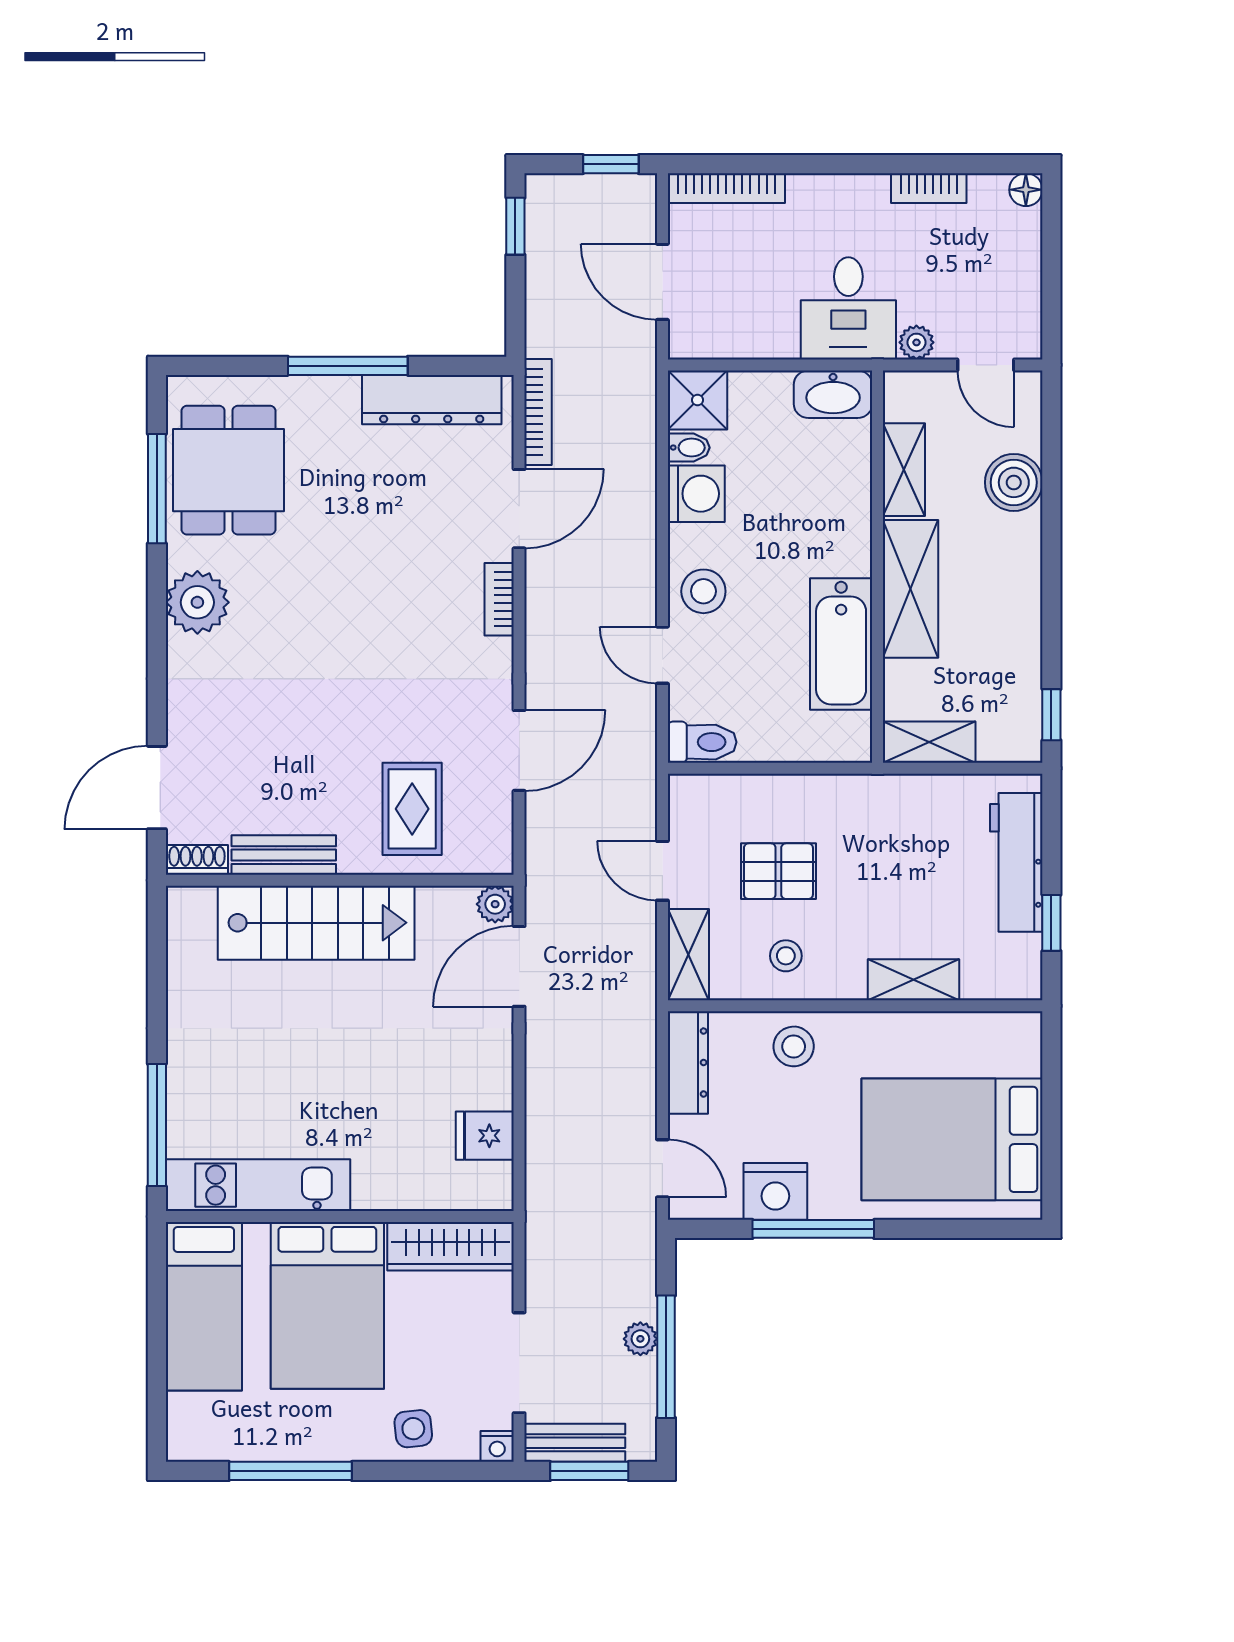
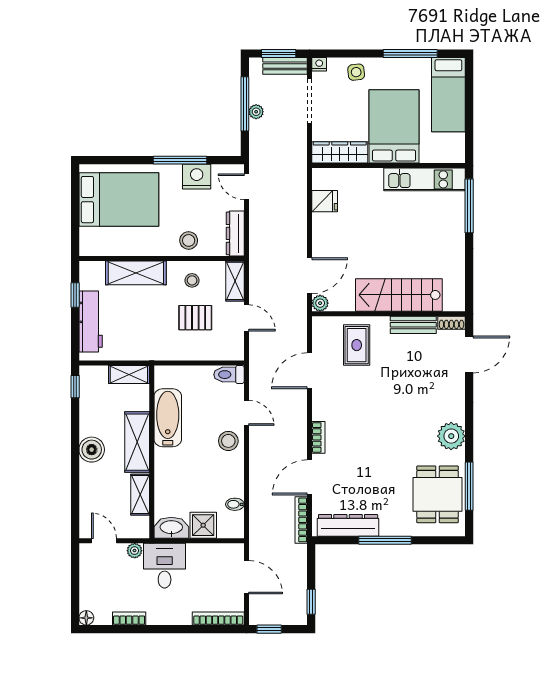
shower: (698, 400) -> (203, 525), moved
boiler: (1014, 482) -> (92, 450), moved
washing machine: (696, 494) -> (232, 484), removed
shelving: (913, 980) -> (136, 273), width x1.50, depth x1.33
bed: (204, 1306) -> (448, 95), moved, turned 180

